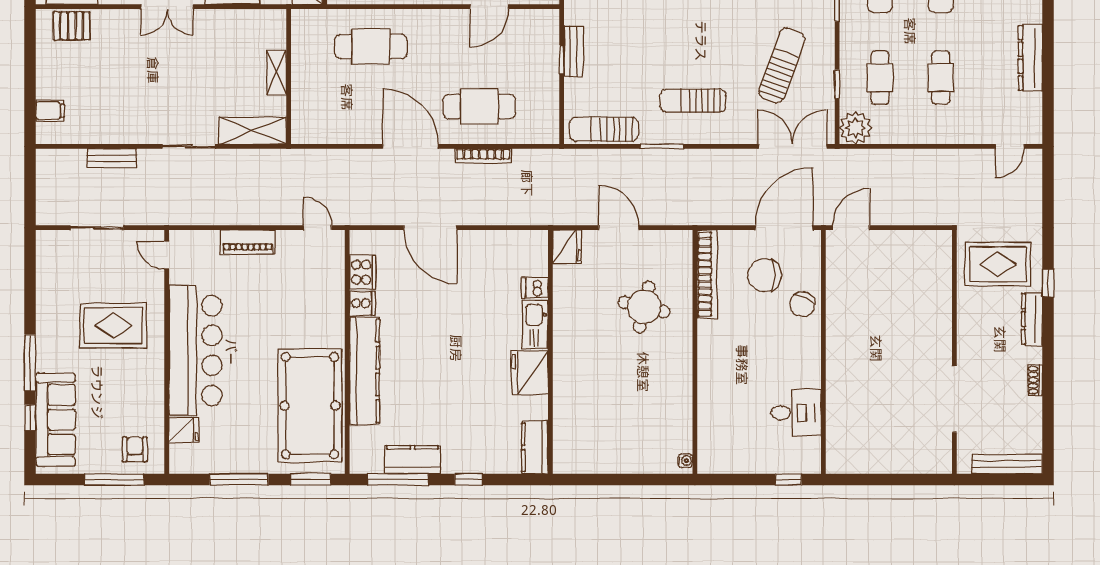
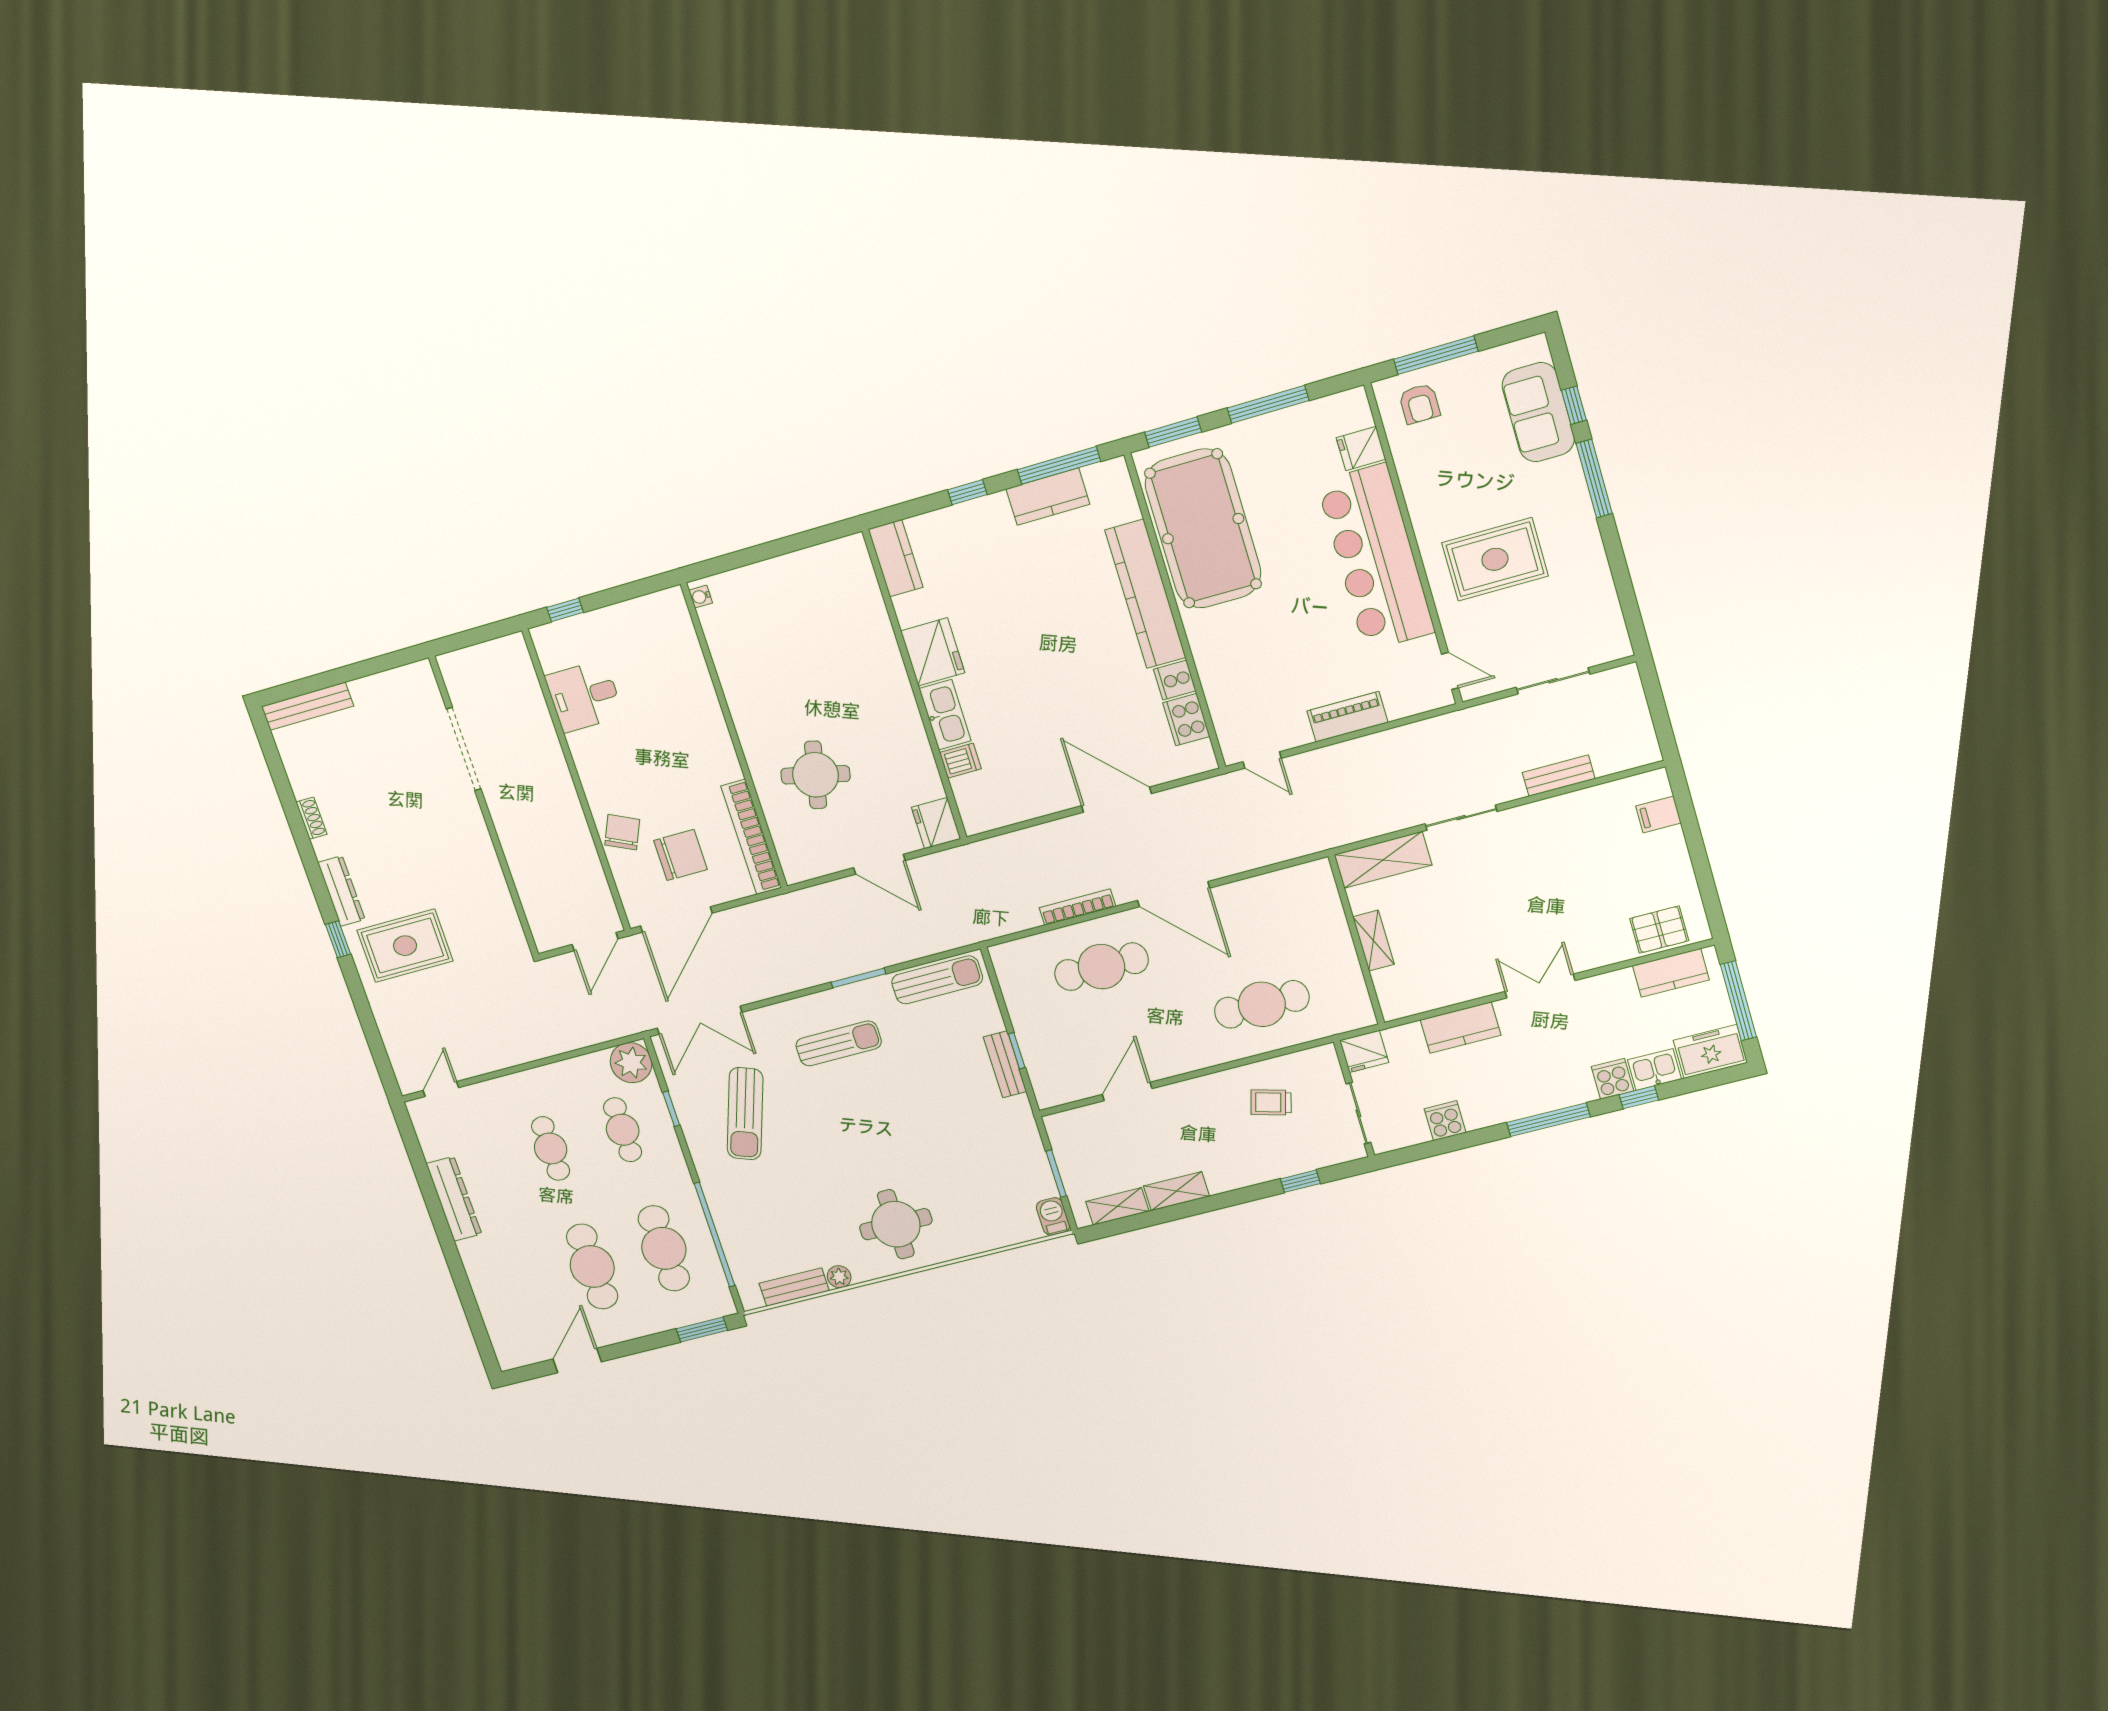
wall: (954, 352) -> (484, 807), moved
doorway: (954, 399) -> (464, 749), moved
sofa: (56, 420) -> (1538, 412), width x0.73

